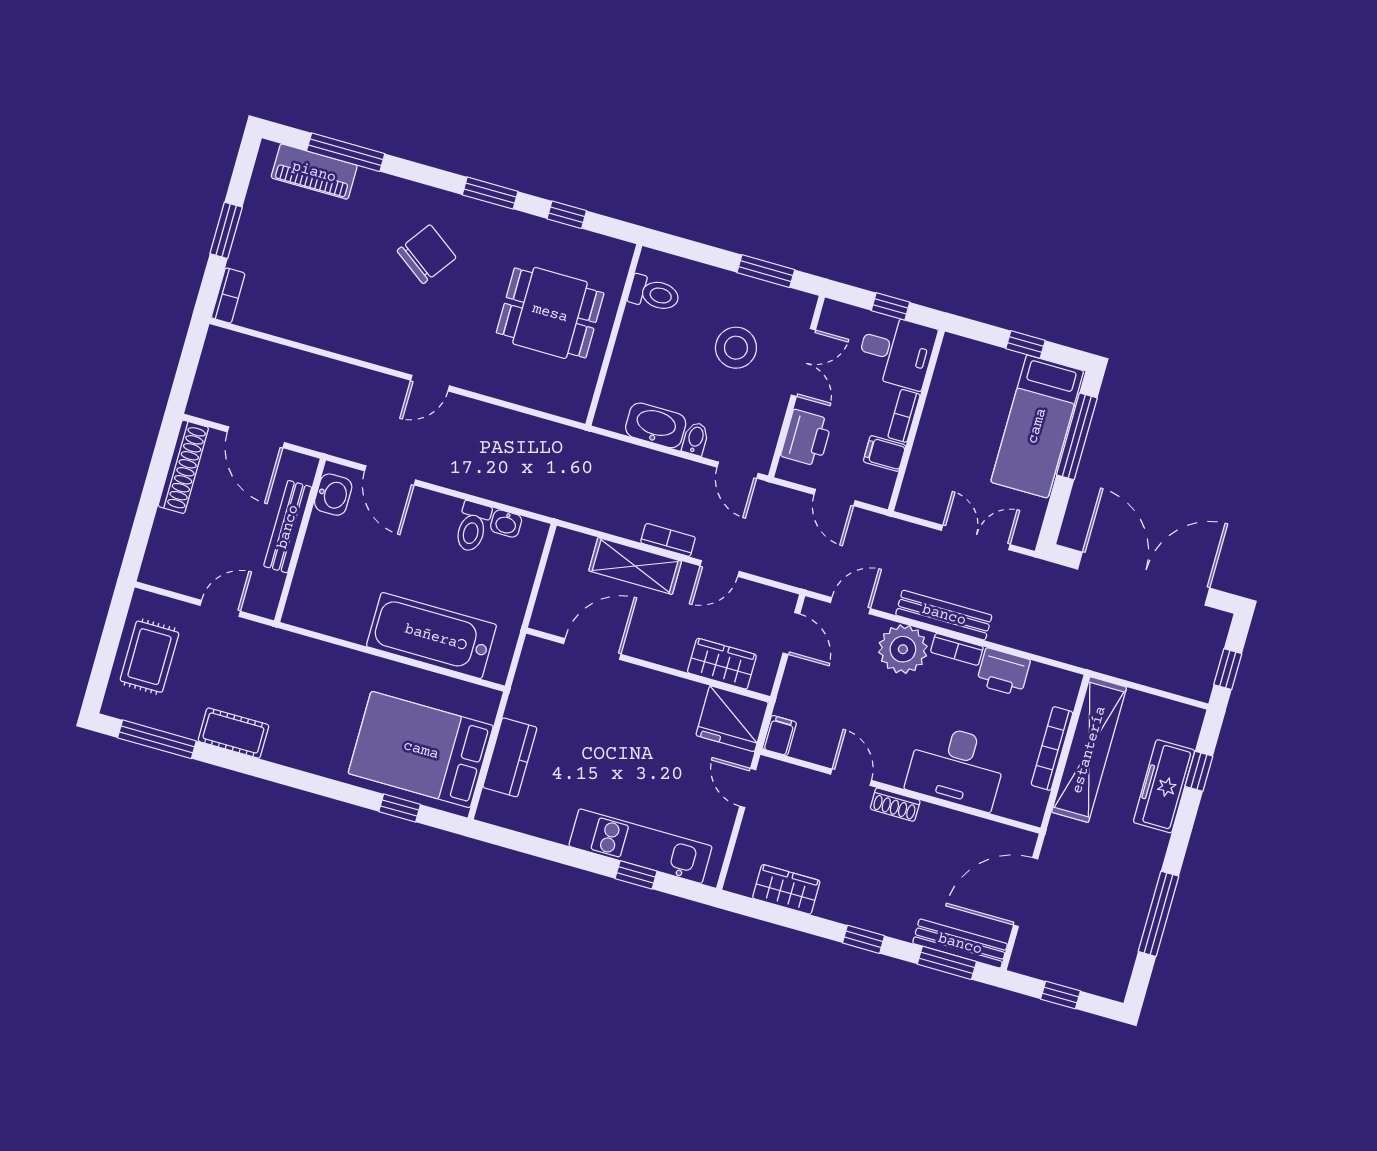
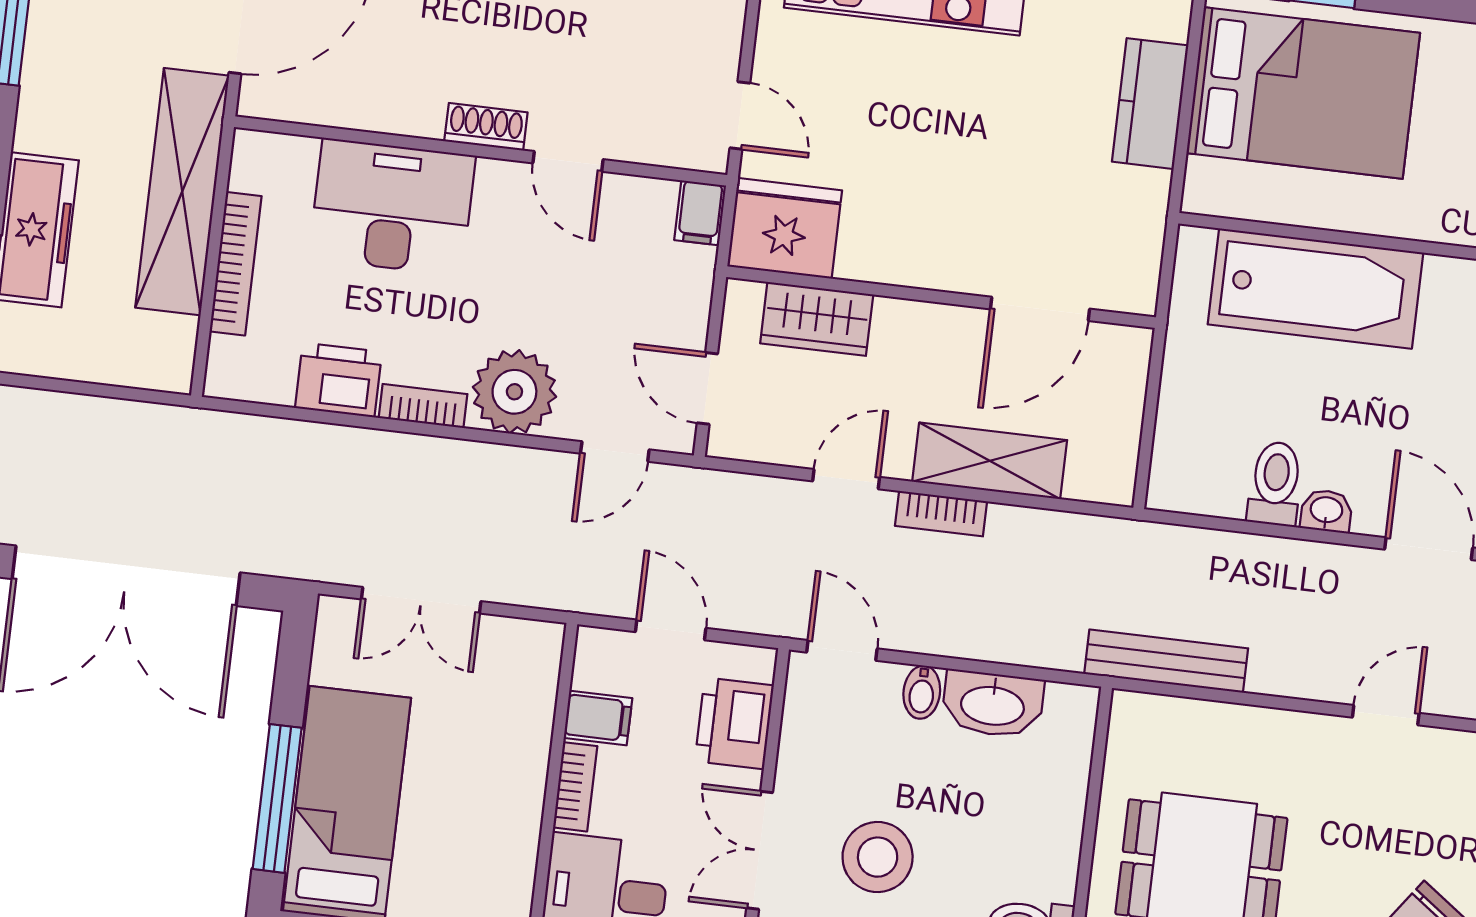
washbasin: (506, 524) -> (1326, 511), moved
bench: (944, 615) -> (1166, 661), moved
shelving: (1089, 750) -> (182, 192), moved

